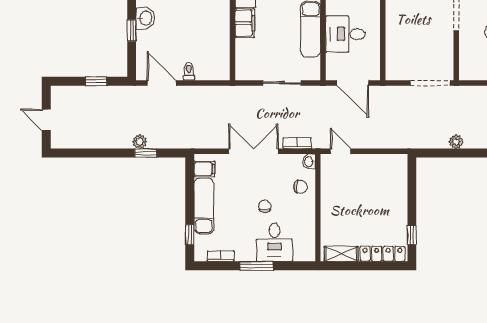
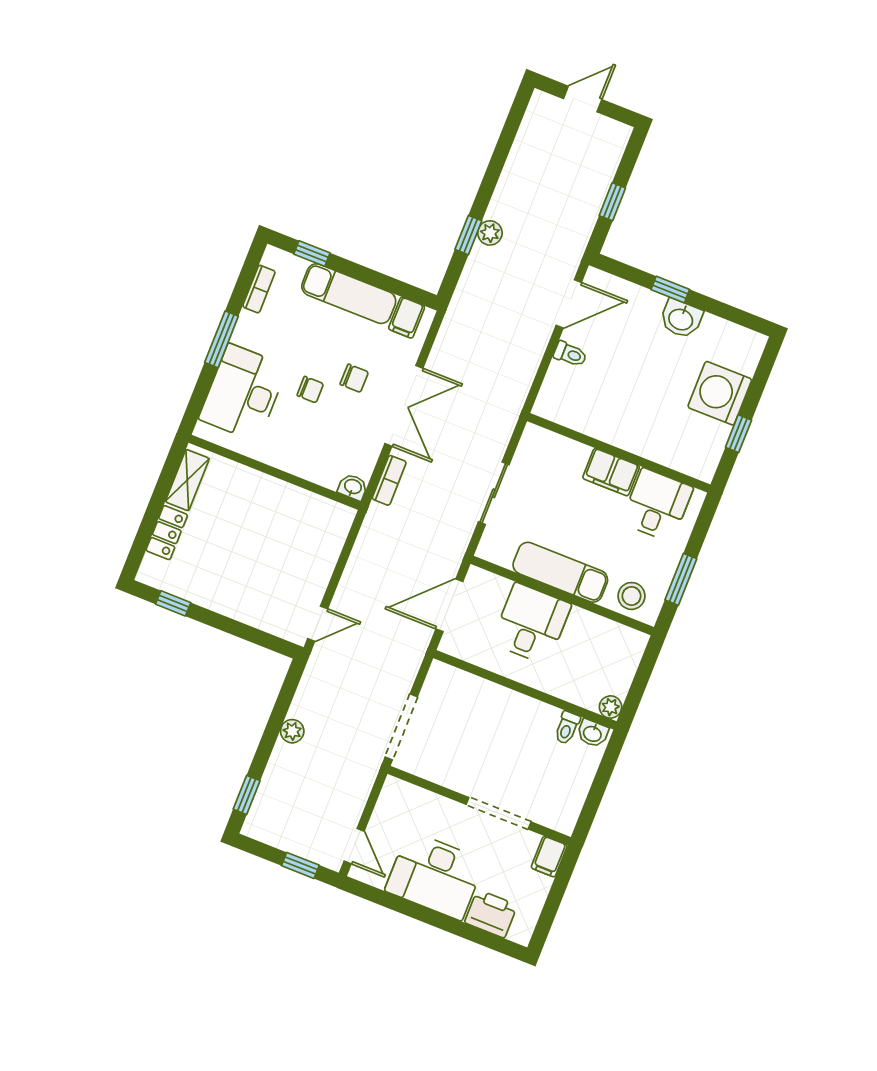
door: (341, 151) -> (318, 624), moved
chair: (300, 187) -> (354, 378), moved, turned -90
desk: (274, 242) -> (243, 393), width x1.37
locker: (382, 254) -> (167, 533), width x0.66

